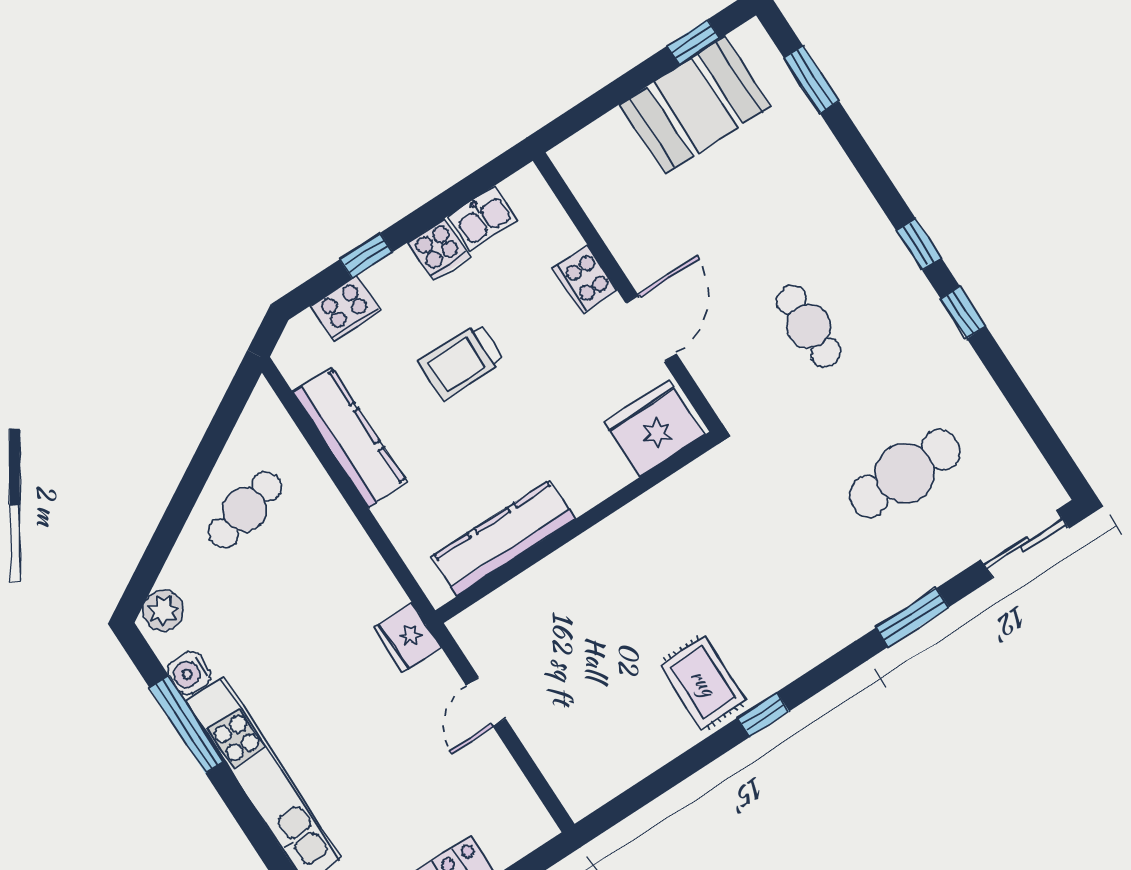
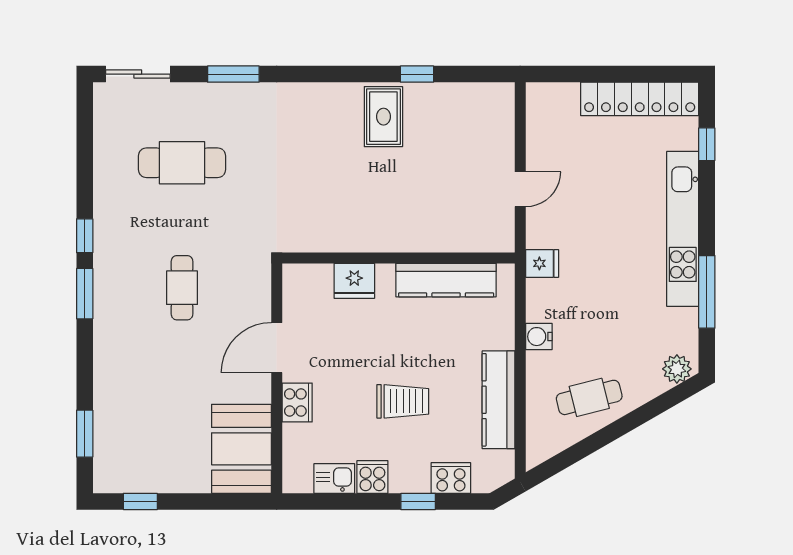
booth: (695, 105) -> (241, 449), moved, turned 90
window: (919, 244) -> (85, 294), width x1.50
fridge: (654, 428) -> (354, 281), moved, width x0.73, depth x0.75
fridge: (407, 638) -> (542, 263), width x0.72
water cooler: (189, 673) -> (539, 337), moved, turned 180
window: (763, 715) -> (417, 74), moved

